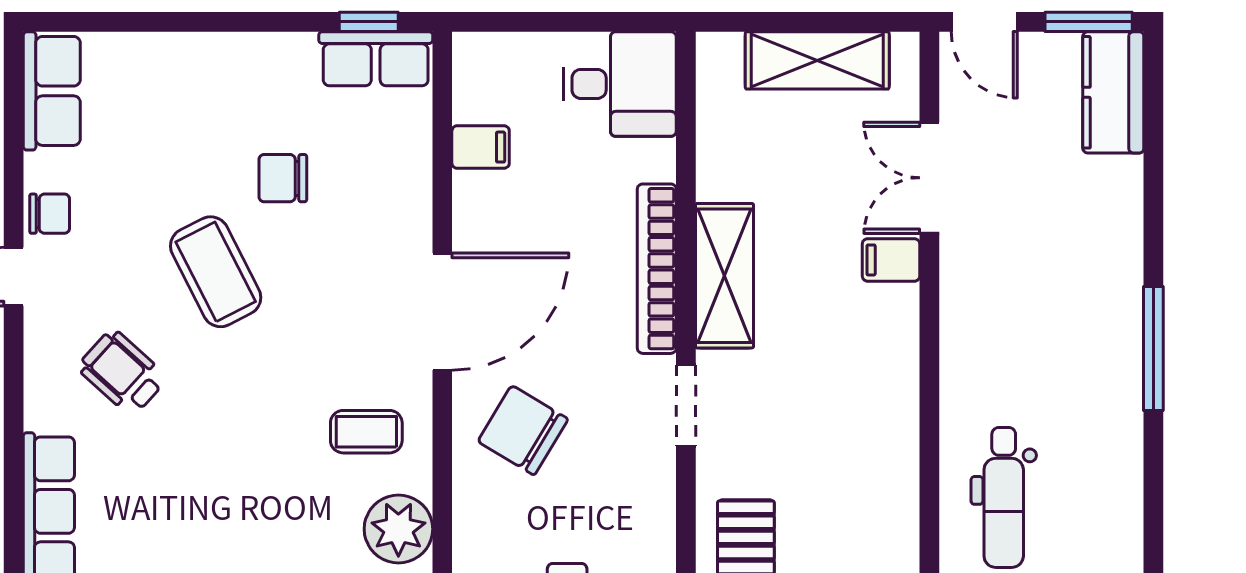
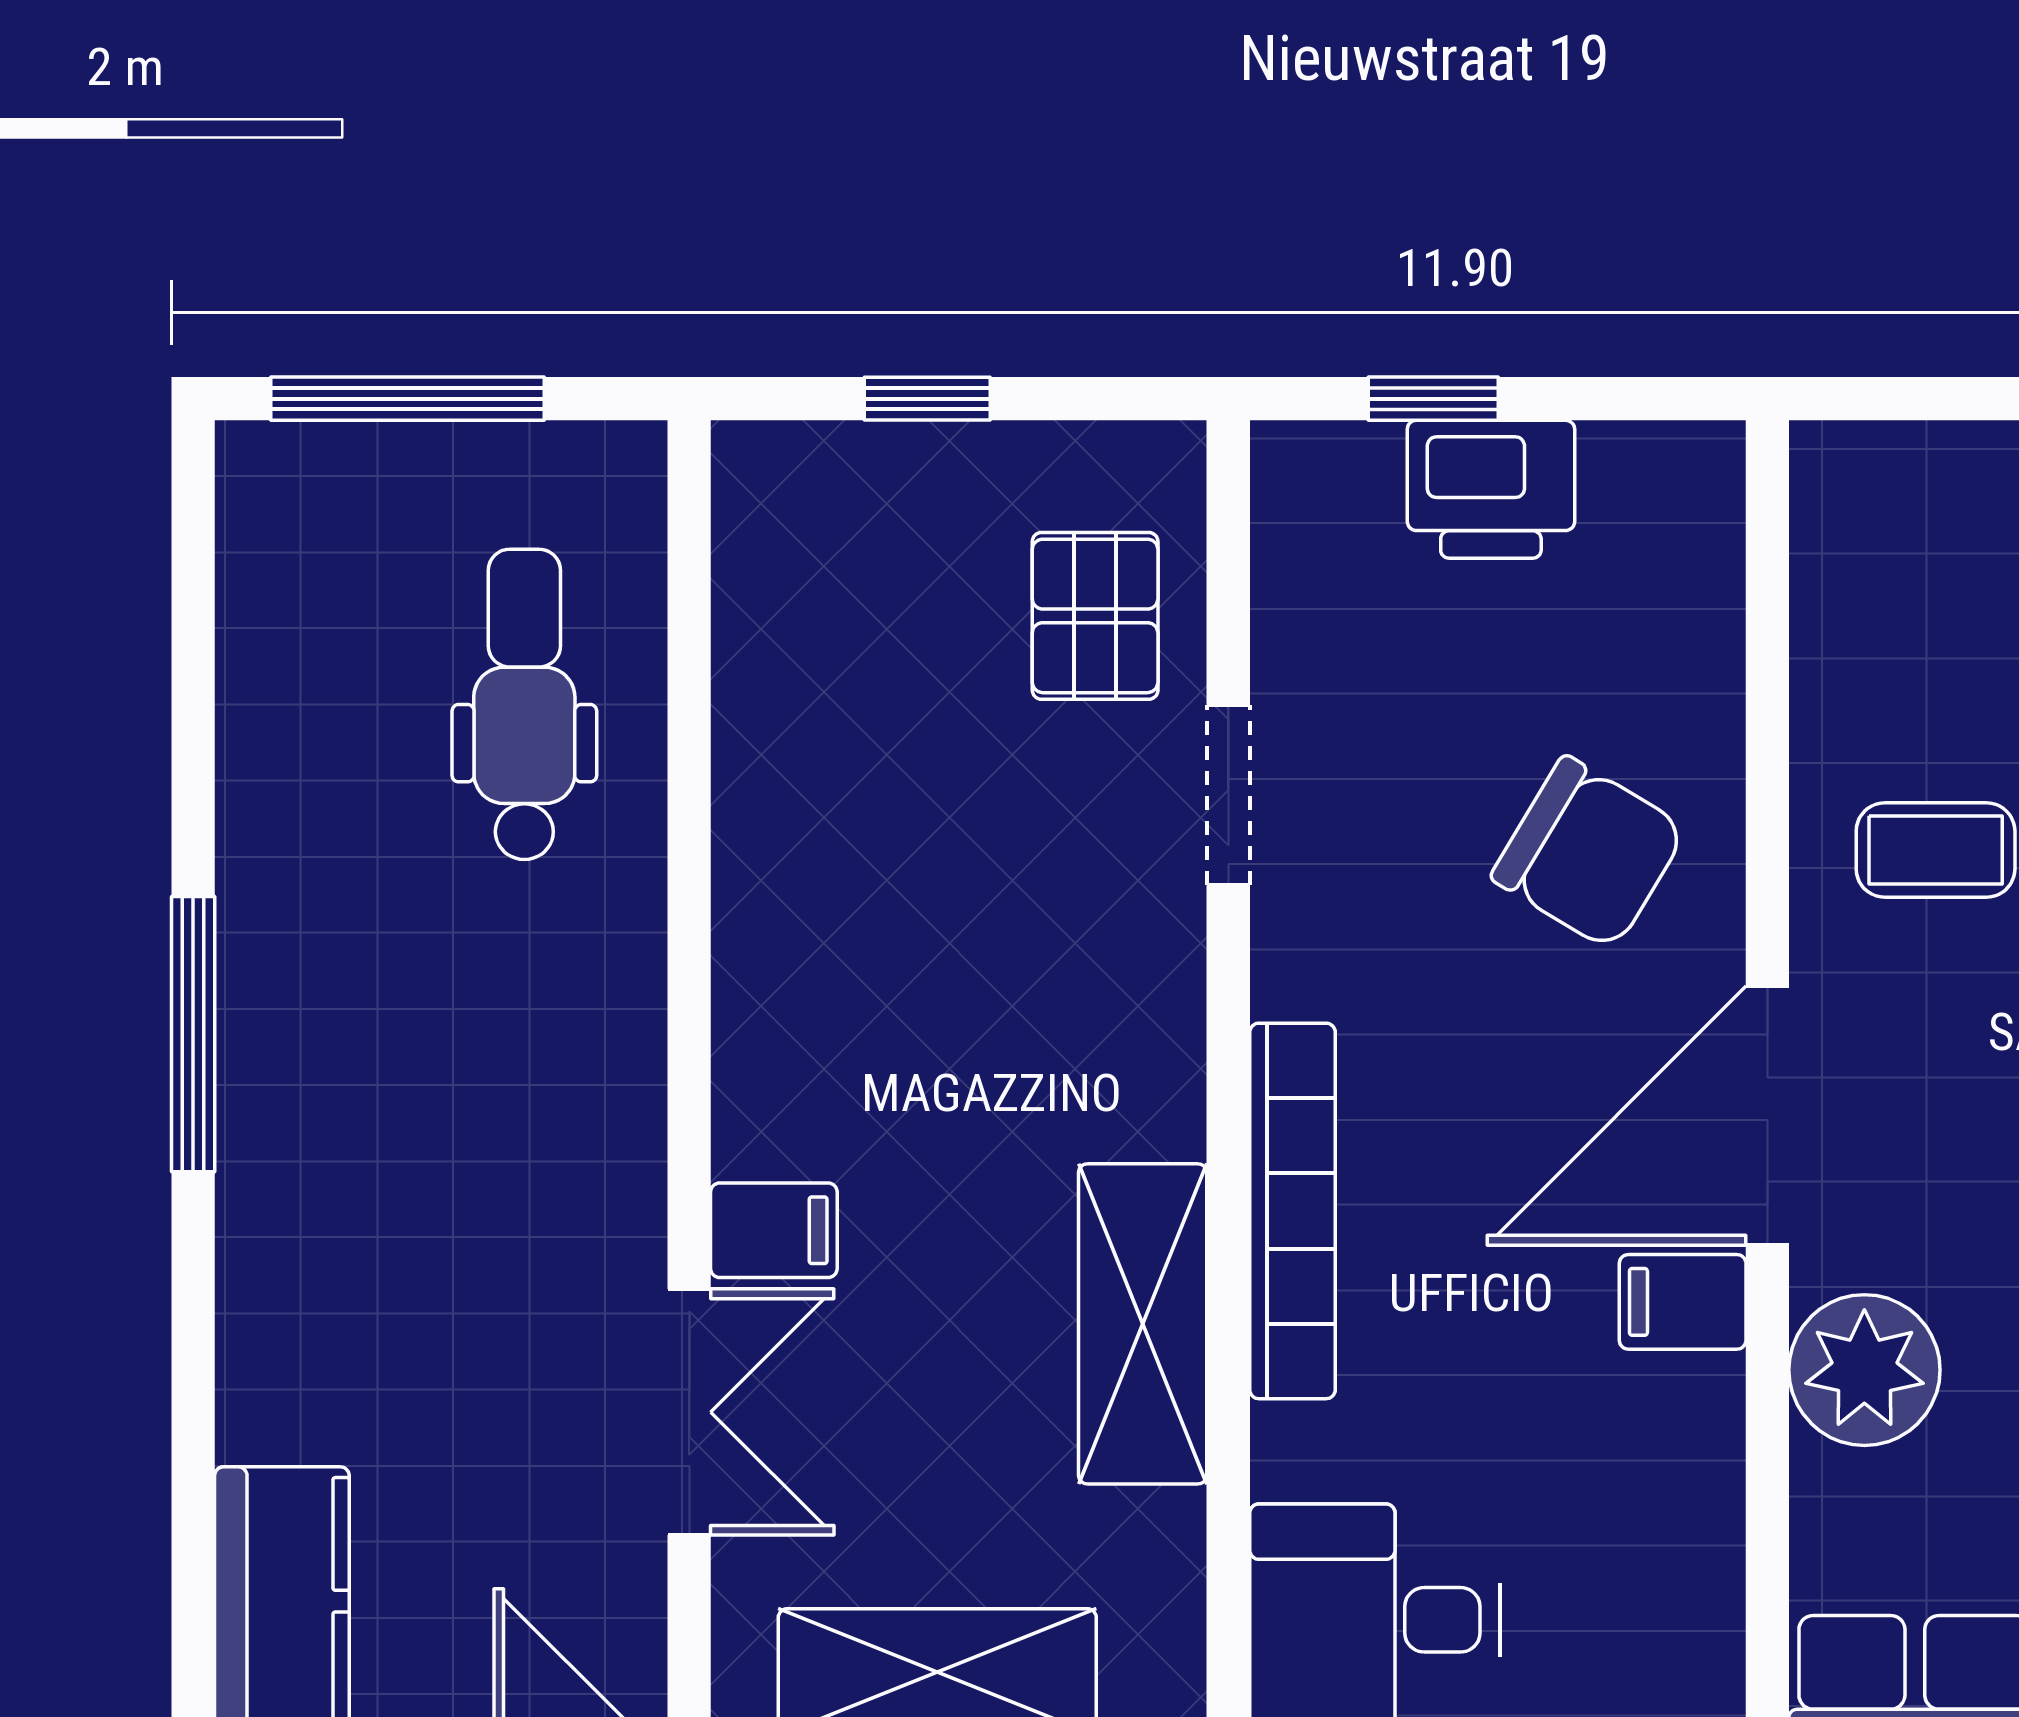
filing cabinet: (481, 147) -> (1683, 1302), moved
shelving: (724, 276) -> (1143, 1324), moved
doorway: (686, 406) -> (1228, 795), moved
plant: (398, 529) -> (1864, 1370), moved

